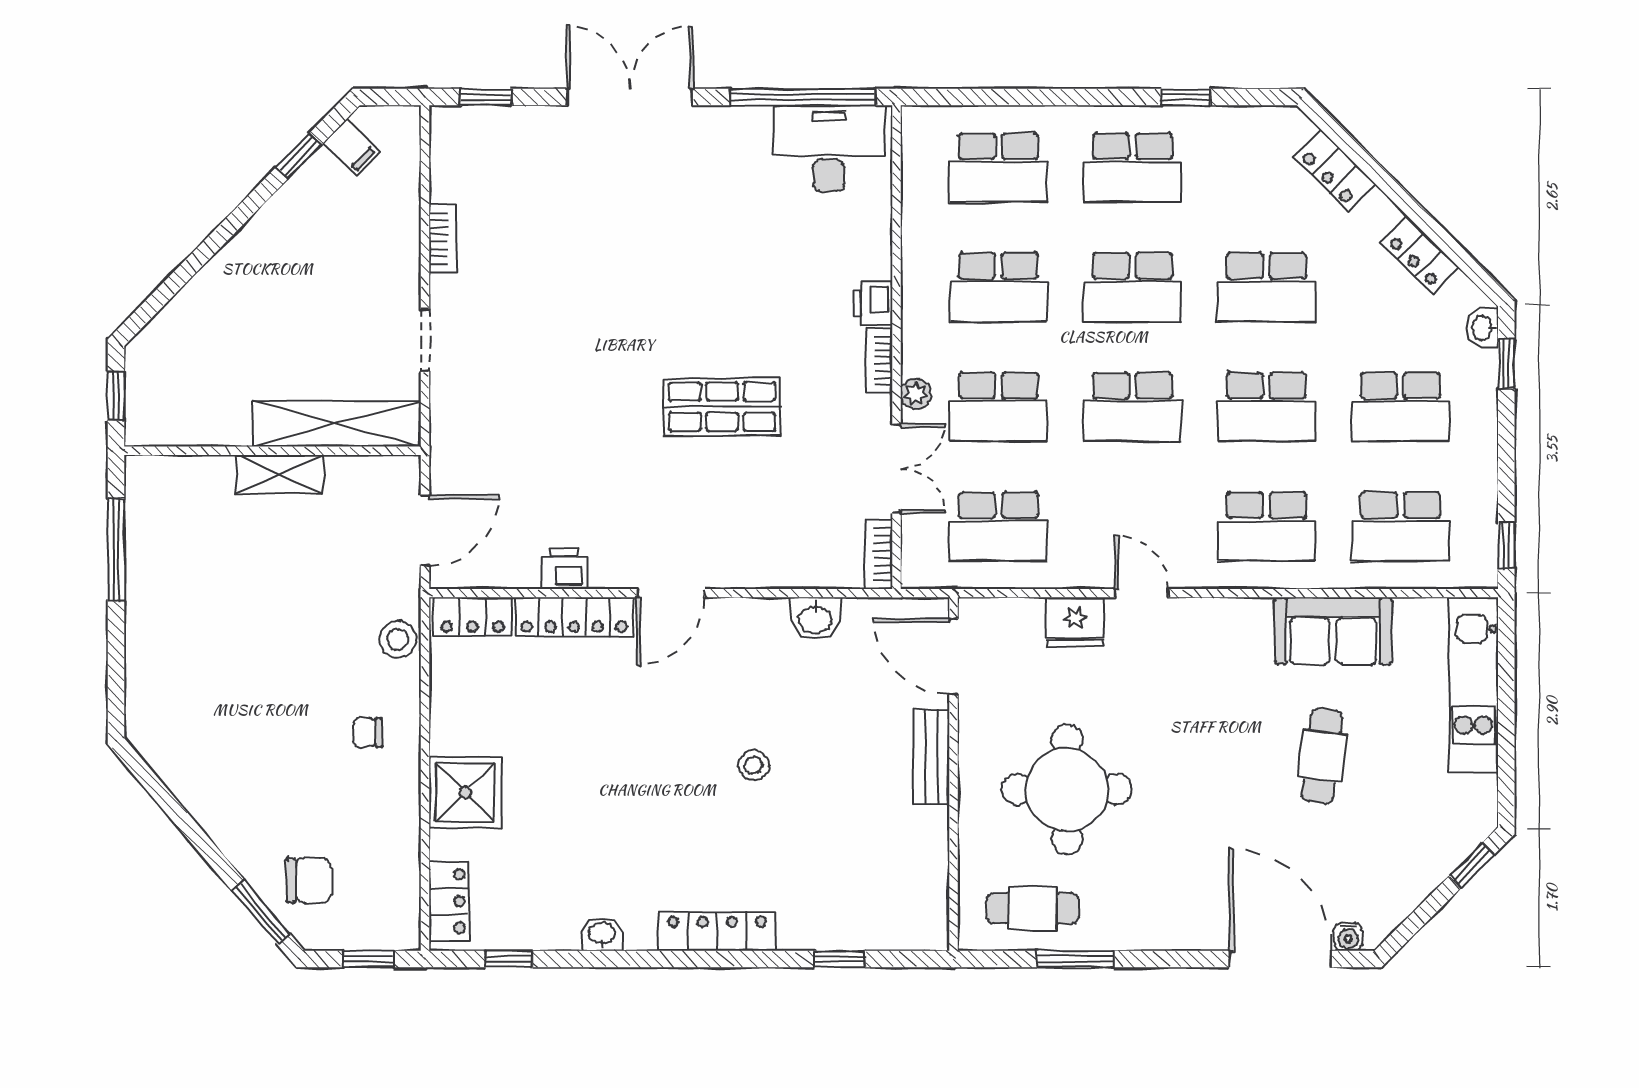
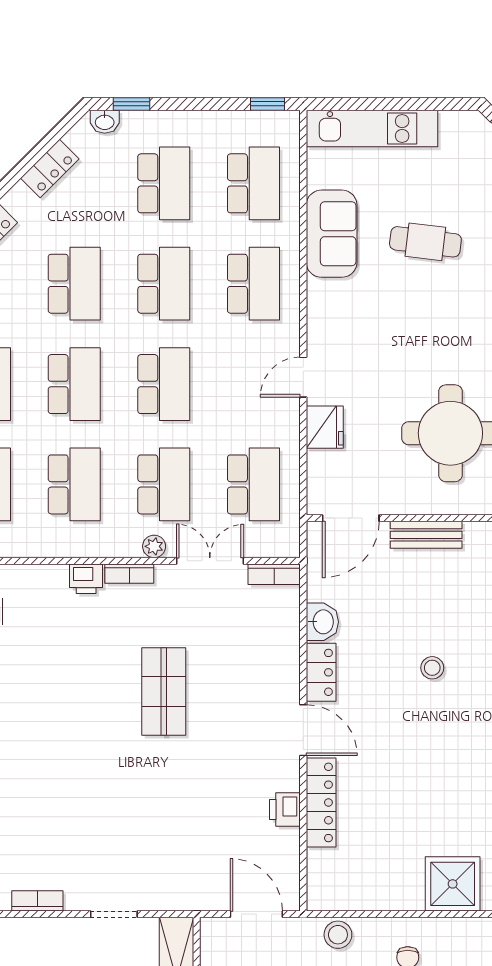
locker: (472, 617) -> (321, 672), moved

